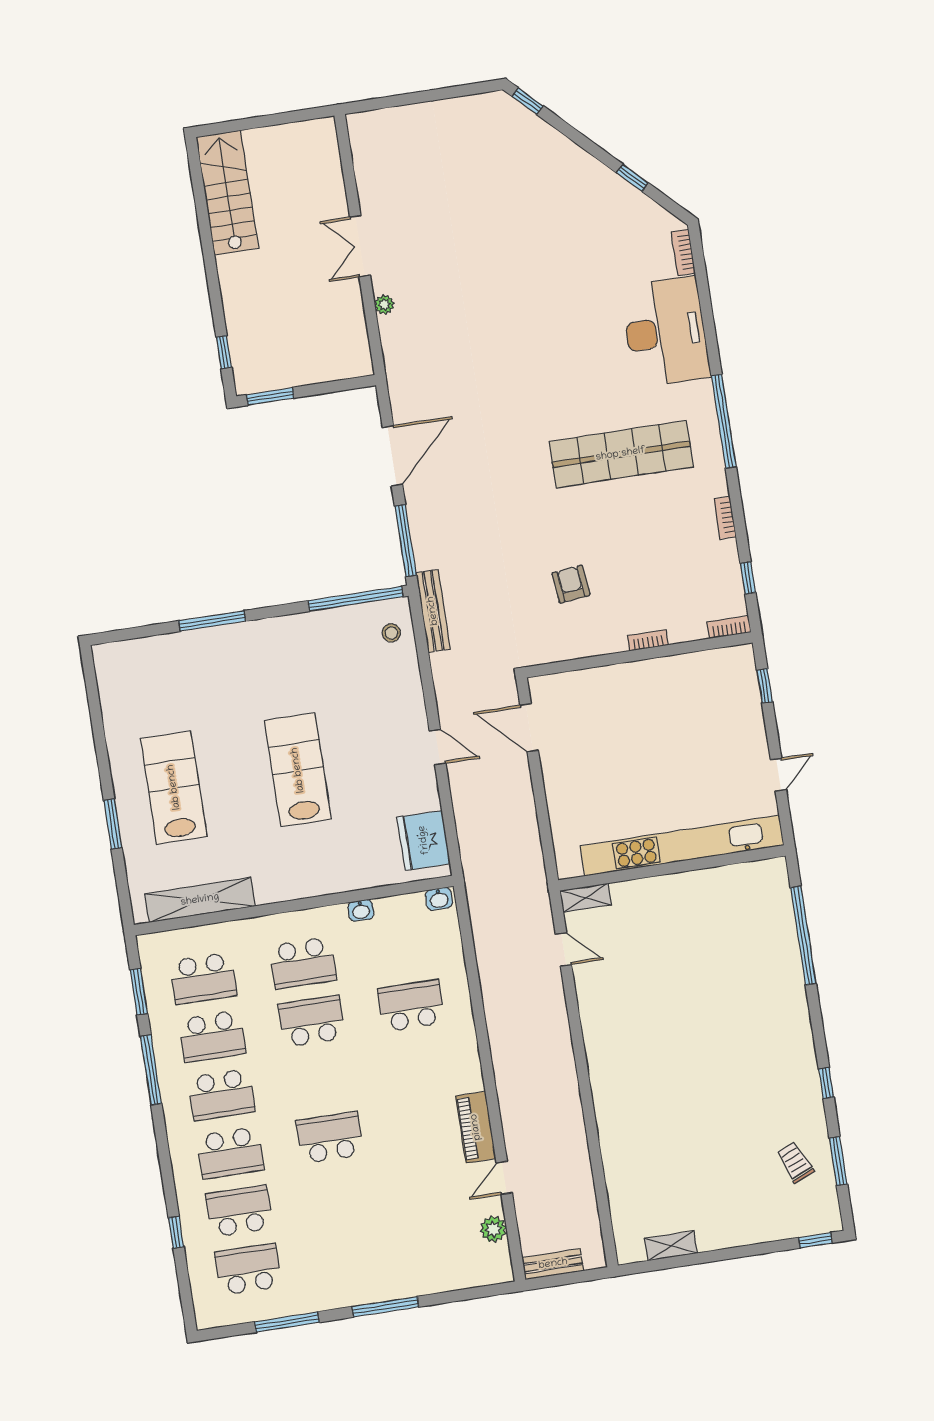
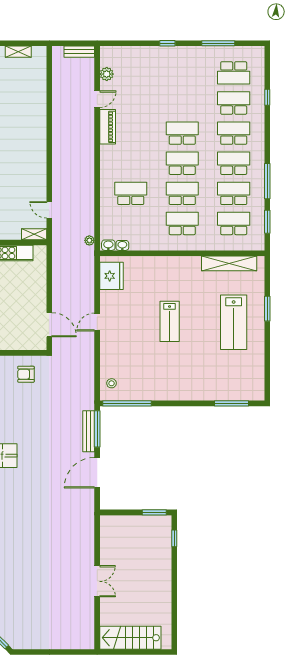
stairs: (227, 193) -> (130, 638), moved, turned 90
plant: (384, 305) -> (89, 240), moved
armchair: (571, 584) -> (26, 374), moved, turned 96
bench: (433, 611) -> (89, 431), moved
window: (212, 621) -> (231, 403), moved
door: (438, 747) -> (97, 322), hinge flipped
lab bench: (298, 770) -> (170, 321), width x0.73, depth x0.72
washbasin: (361, 910) -> (122, 245), moved
school desk: (411, 1006) -> (131, 193), turned 180
school desk: (312, 1021) -> (182, 193), turned 180
school desk: (321, 1079) -> (182, 163), added
school desk: (330, 1137) -> (182, 133), turned 180
school desk: (239, 1211) -> (234, 103), turned 180
window: (385, 1307) -> (167, 43), width x0.46

